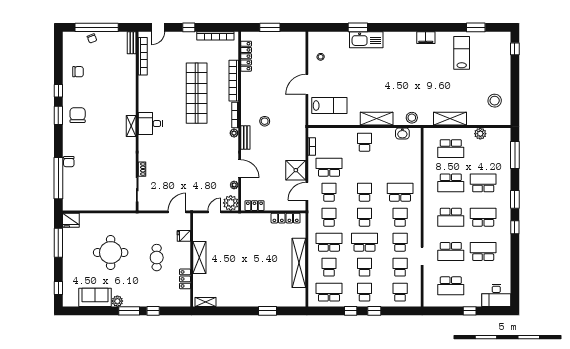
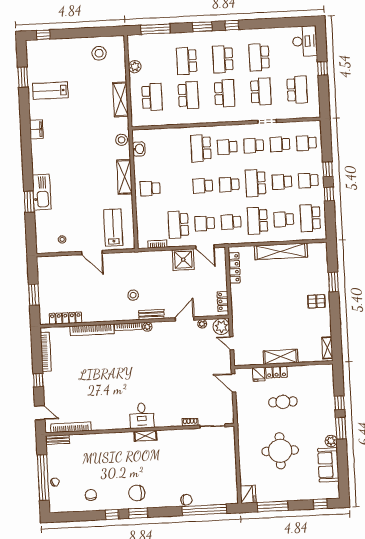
shop shelf: (197, 93) -> (107, 368), removed
locker: (185, 279) -> (276, 372), moved
pallet: (250, 294) -> (316, 301), added

